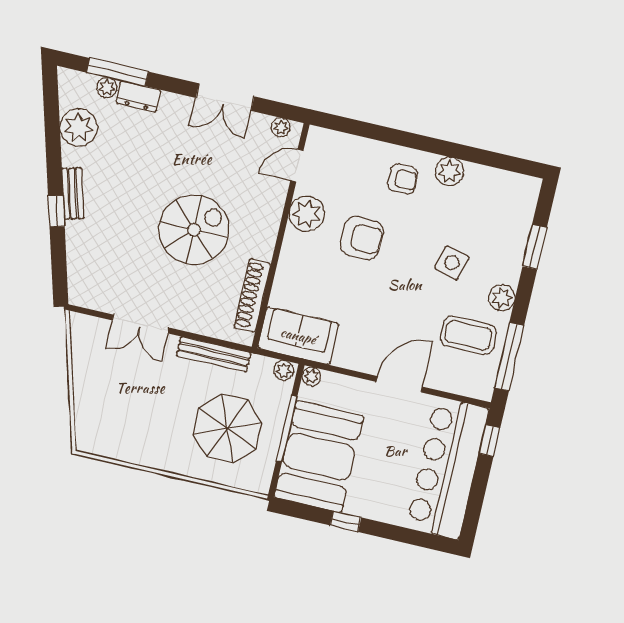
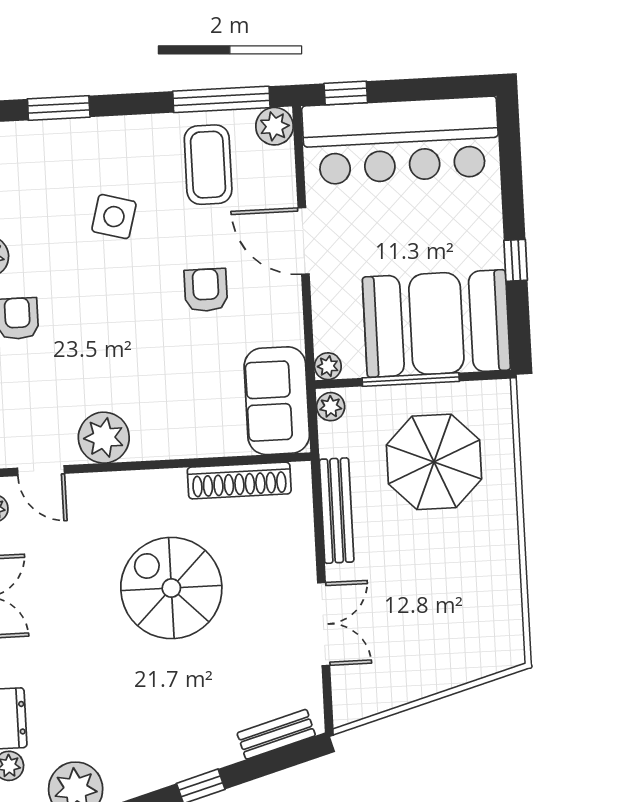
bench: (73, 193) -> (276, 734), moved
armchair: (362, 238) -> (206, 290), moved, width x0.72, depth x0.72
plant: (502, 298) -> (274, 126), moved

